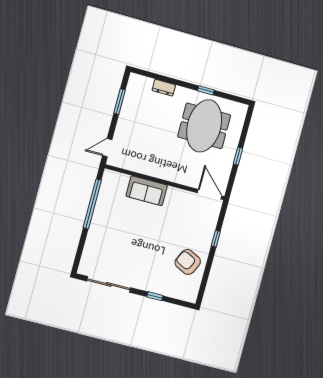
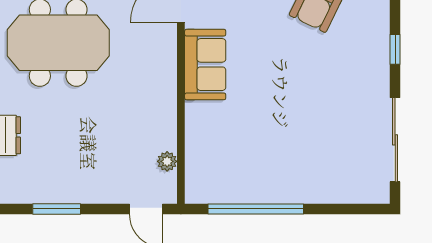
plant: (129, 165) -> (167, 161), added
sofa: (147, 191) -> (205, 65), moved

